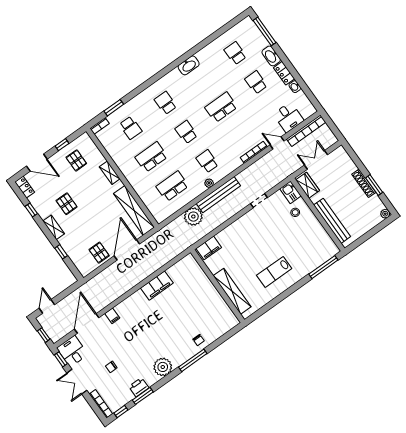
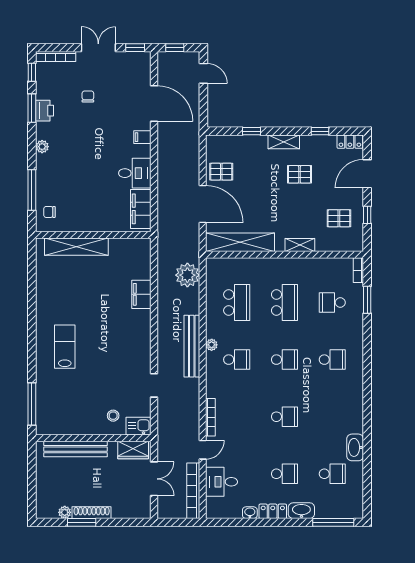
washbasin: (189, 65) -> (355, 447), moved
school desk: (221, 107) -> (284, 417), width x0.54
plant: (385, 214) -> (65, 512), moved
plant: (193, 217) -> (187, 275), moved
wall: (218, 286) -> (93, 235), moved
shelving: (232, 291) -> (76, 247), moved
desk: (72, 351) -> (135, 173), moved
plant: (163, 367) -> (42, 147), width x0.53, depth x0.53

